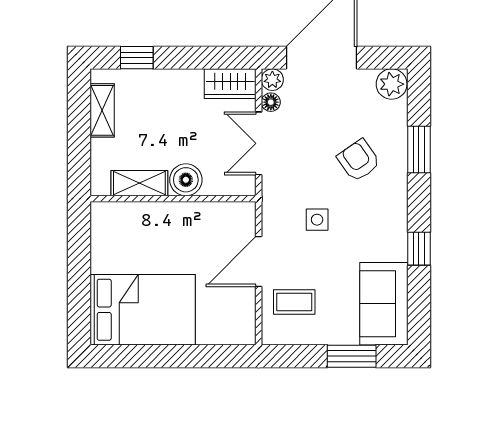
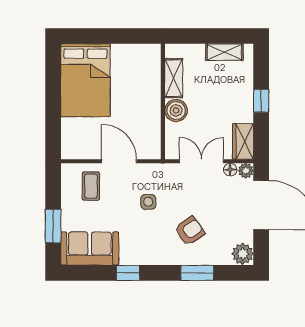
window: (137, 58) -> (261, 101), moved

